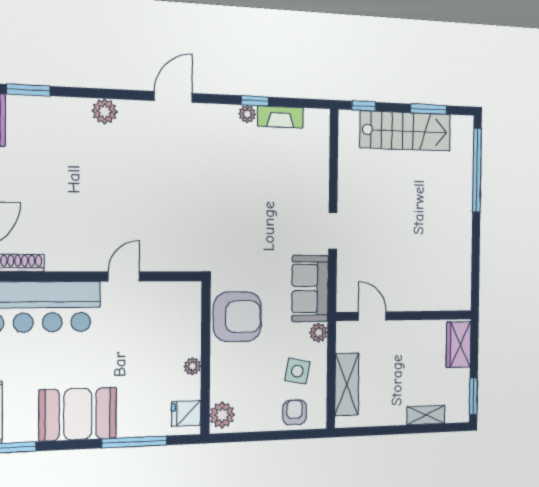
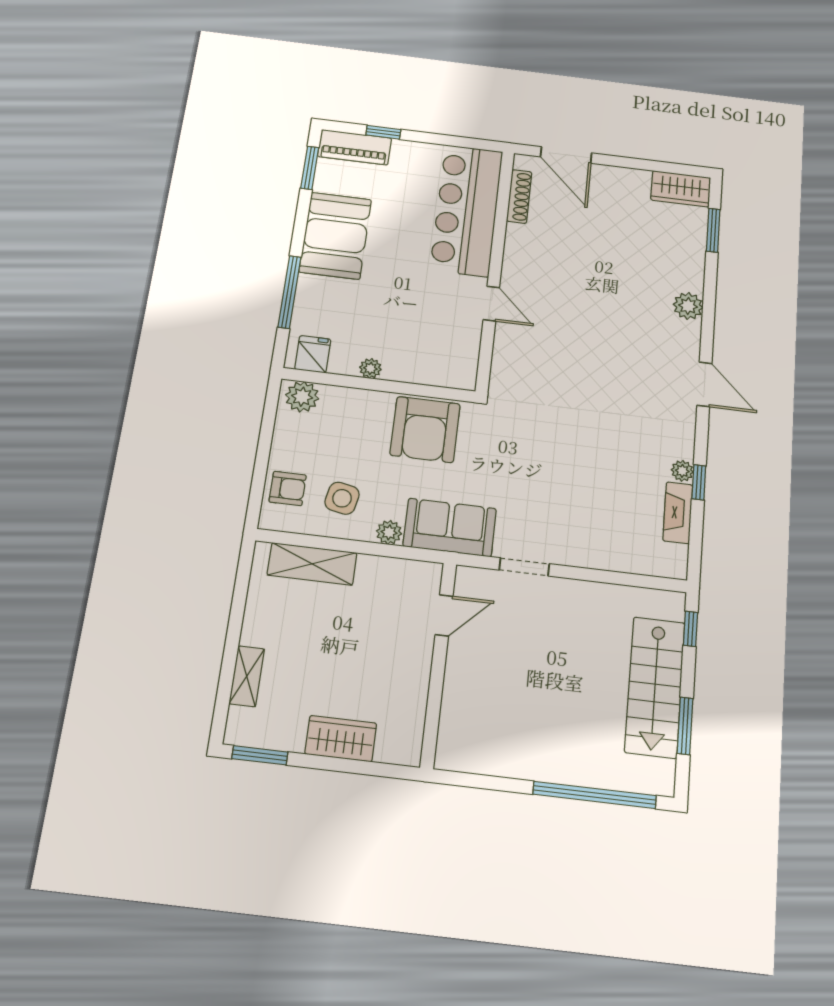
door: (372, 316) -> (444, 615), moved
wall: (405, 316) -> (438, 664), moved

